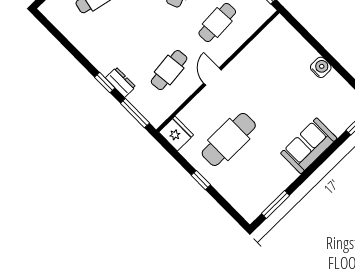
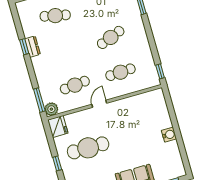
dresser: (121, 82) -> (32, 47), moved
window: (105, 83) -> (24, 47), moved
plant: (156, 116) -> (51, 109), added

